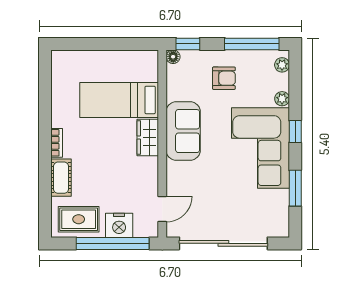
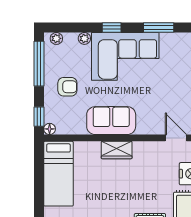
armchair: (224, 78) -> (67, 87), turned 90
bed: (119, 100) -> (58, 174), moved

